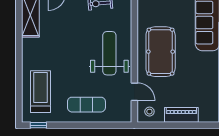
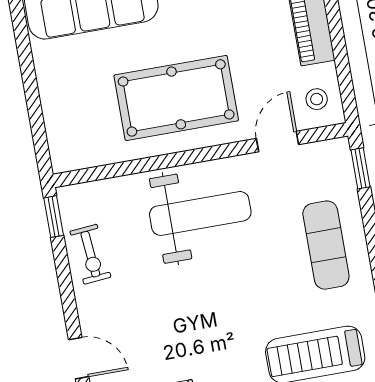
weight bench: (109, 53) -> (200, 213), turned 180
window: (117, 125) -> (361, 168), added

